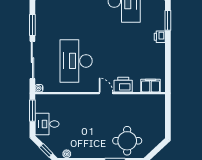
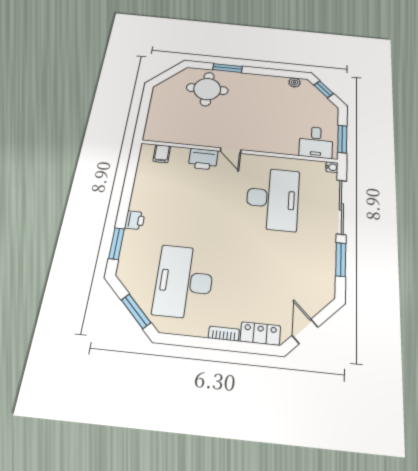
filing cabinet: (151, 86) -> (162, 154), width x0.50
desk: (47, 124) -> (316, 142), moved, turned 90

